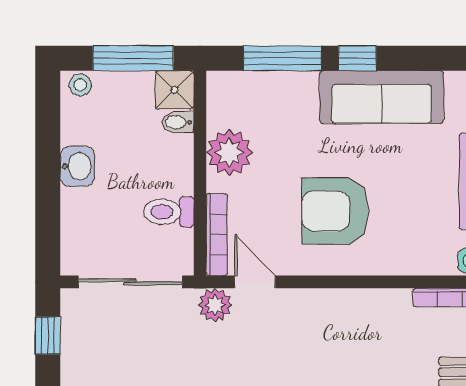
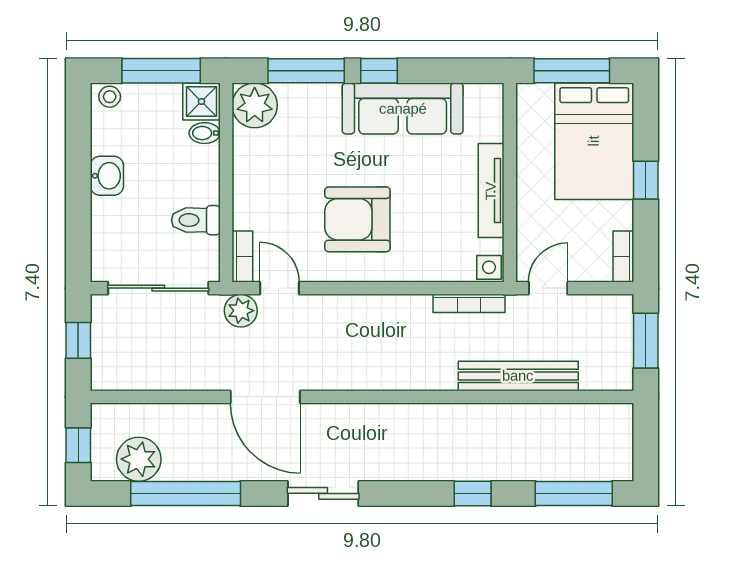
plant: (229, 153) -> (255, 105), moved
bookcase: (217, 235) -> (242, 257), width x0.64

